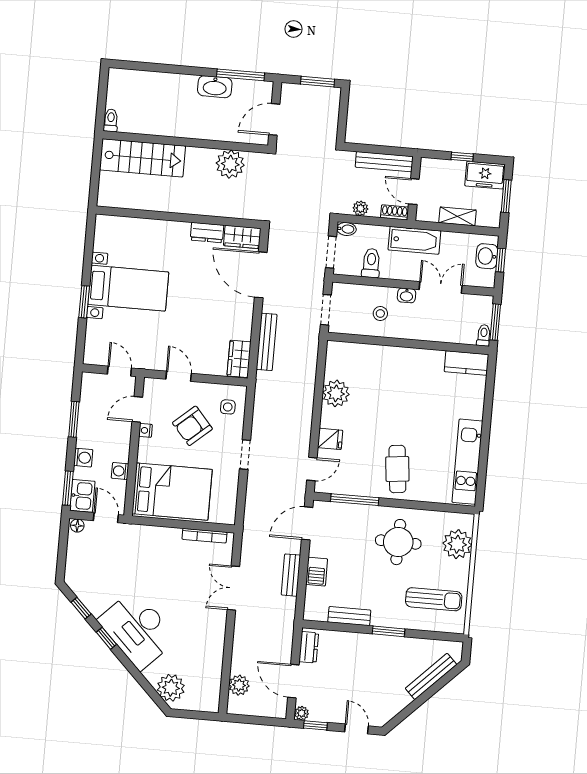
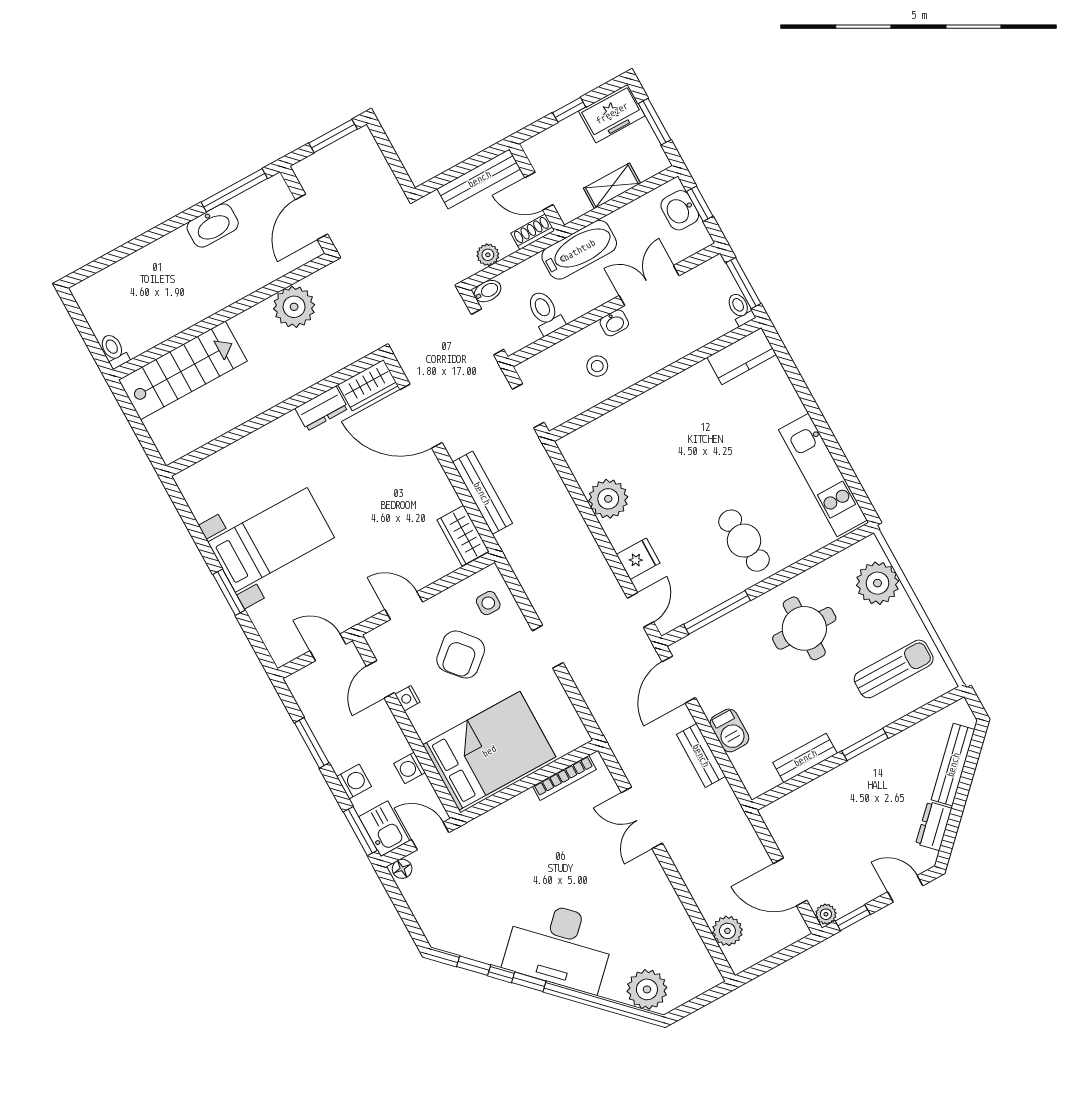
dresser: (309, 647) -> (934, 826), moved, turned -135

